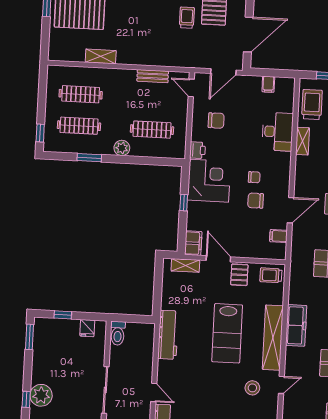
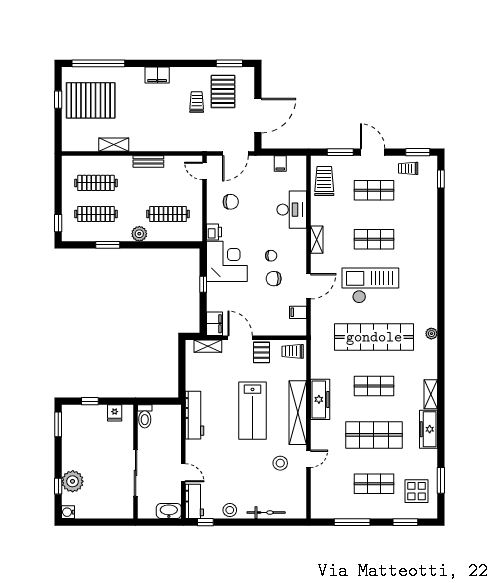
bench: (153, 76) -> (148, 161), moved
shelving: (303, 141) -> (317, 240), moved

